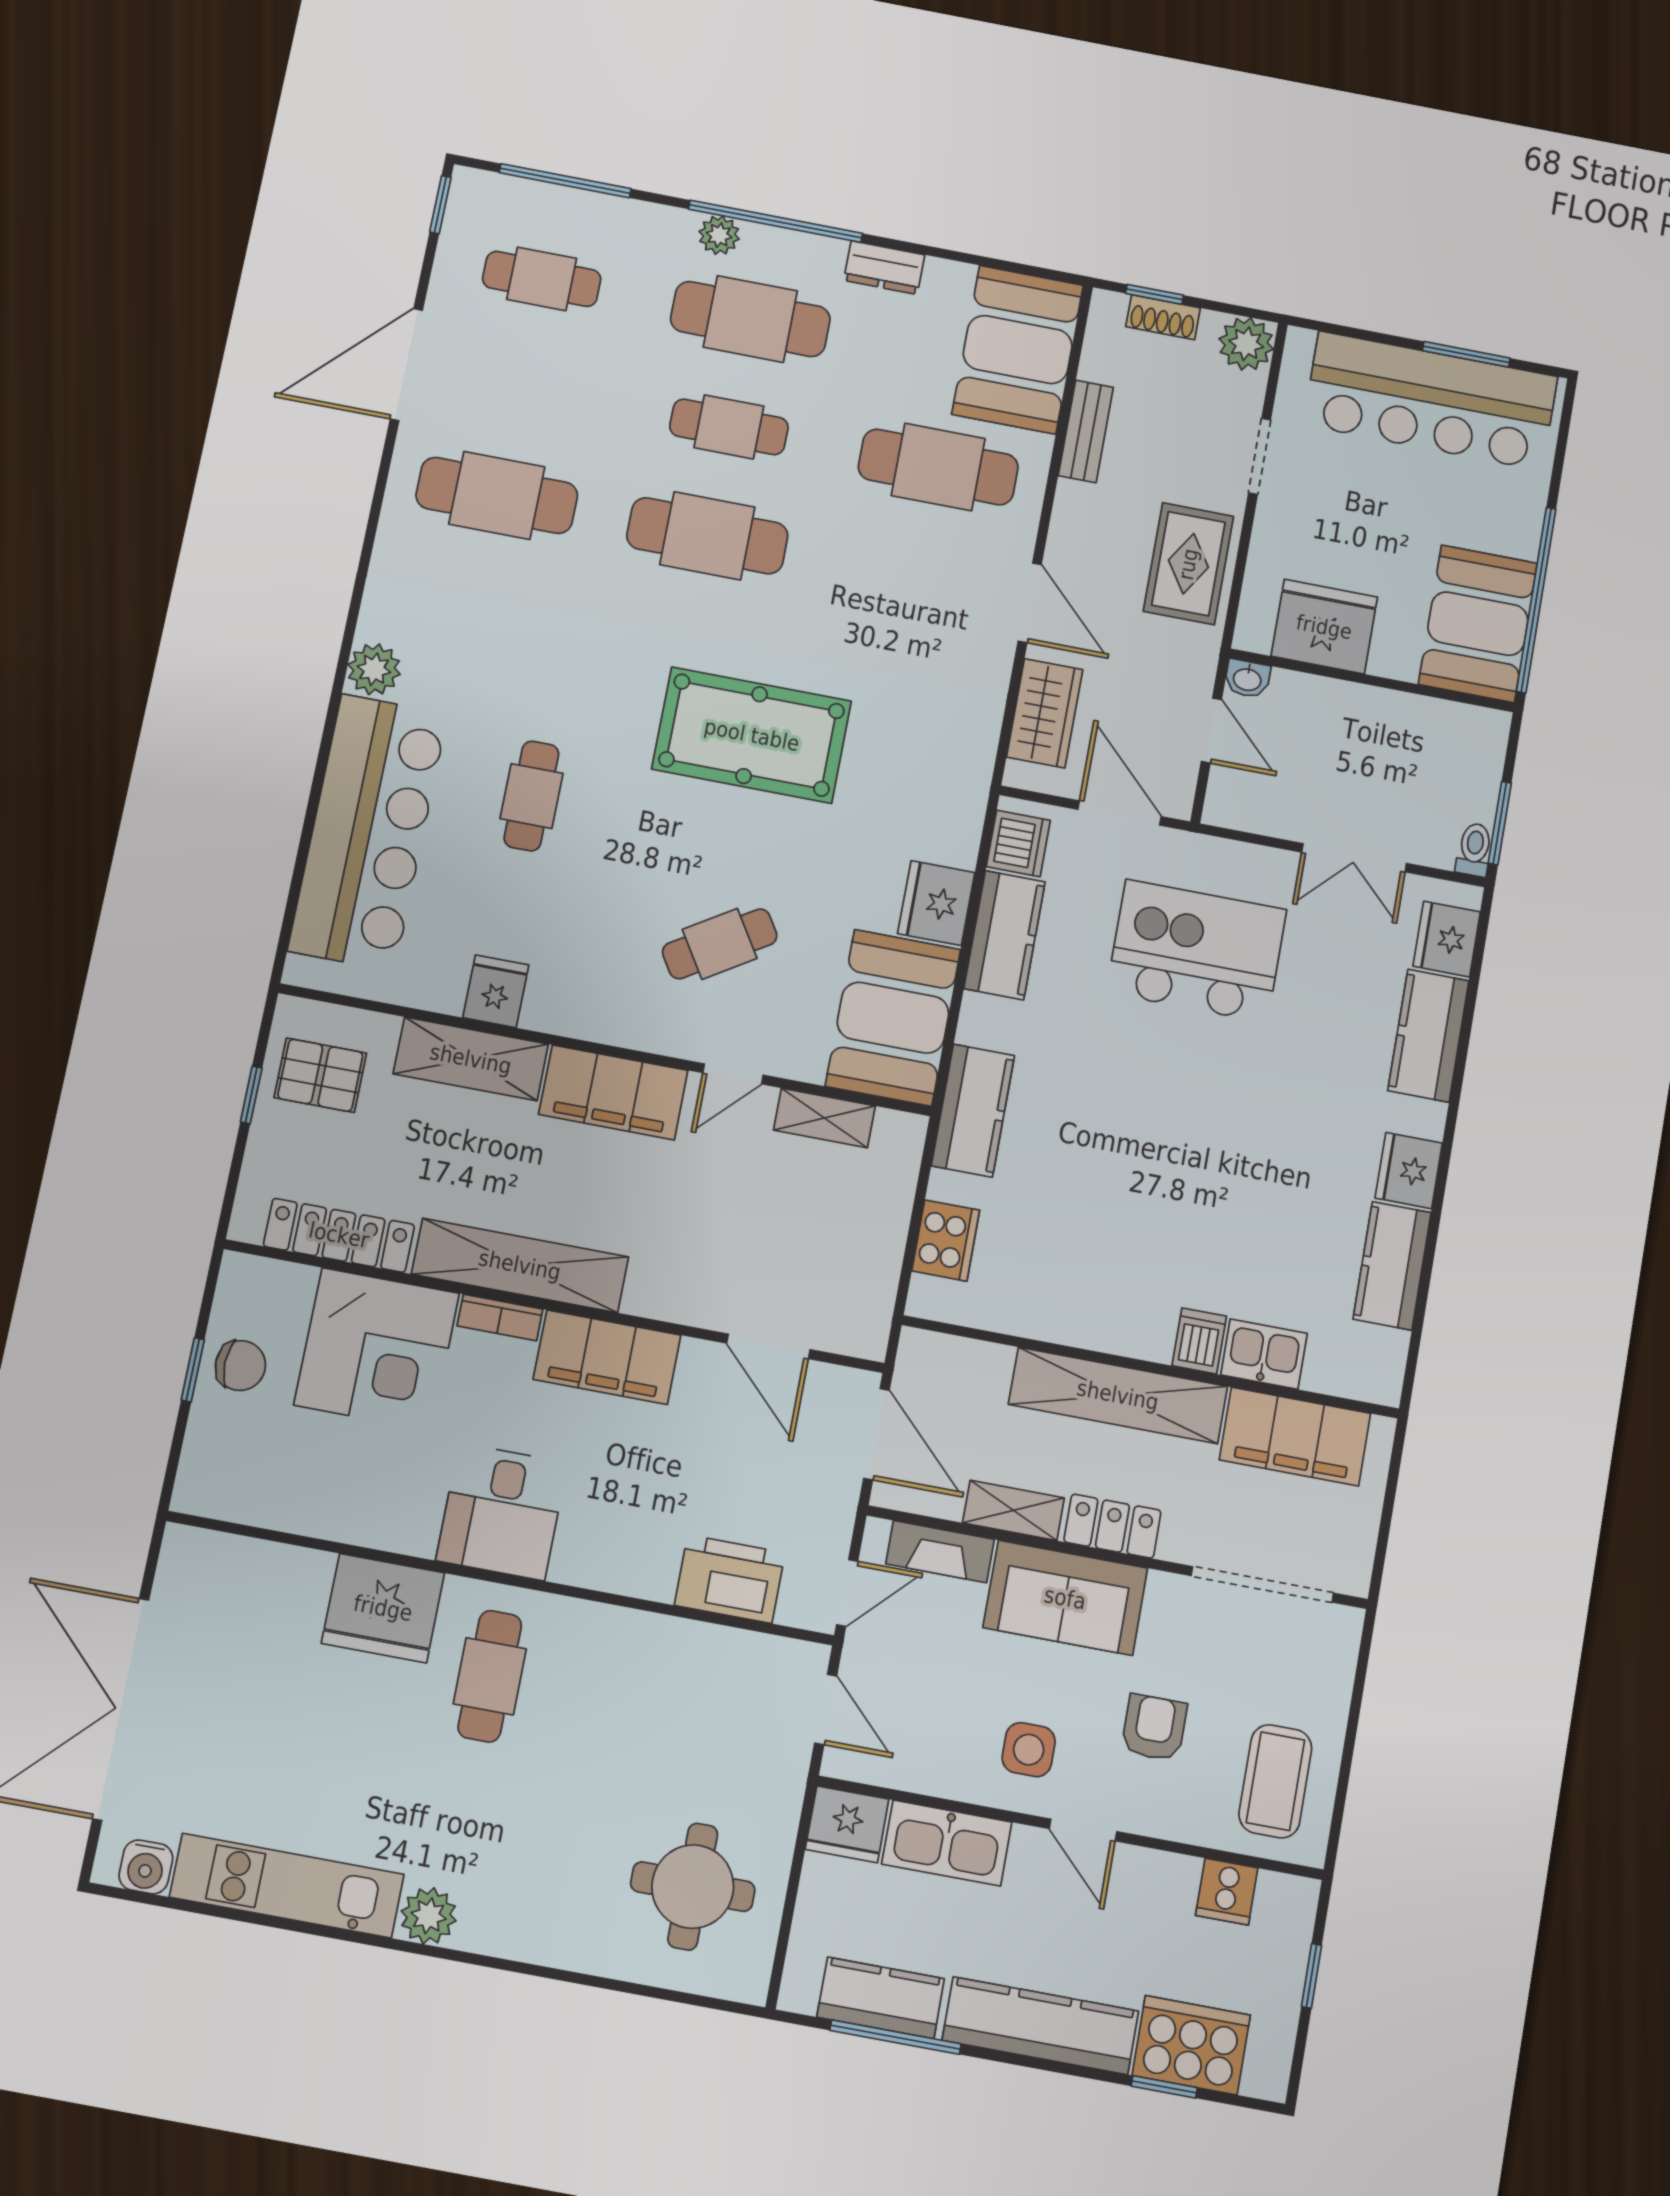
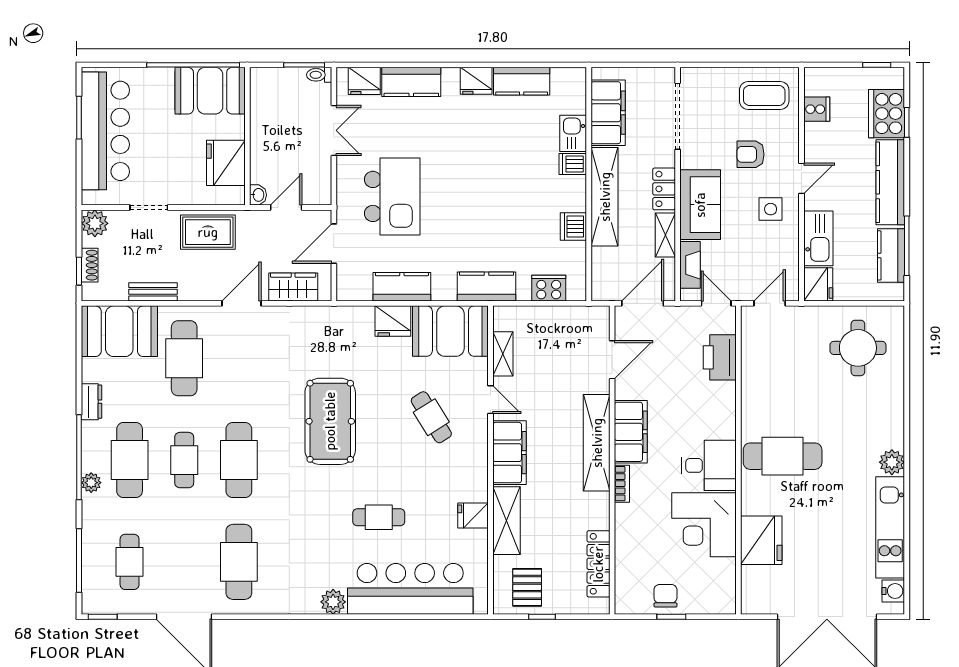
dishwasher: (1018, 844) -> (573, 226), moved, turned -90
kitchen island: (1196, 951) -> (392, 196), turned 180
shelving: (520, 1265) -> (597, 443), moved
corner desk: (377, 1349) -> (704, 525), moved, turned 180
fridge: (383, 1608) -> (761, 540), moved
cafe table: (490, 1676) -> (783, 456), width x1.37, depth x1.35
window: (1311, 1976) -> (877, 65), moved

